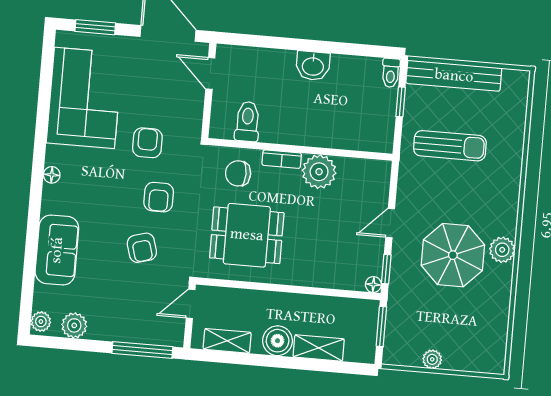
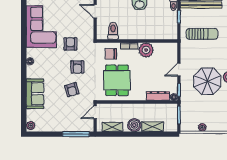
dining table: (247, 235) -> (117, 80), turned 90
dresser: (337, 279) -> (158, 96), added
plant: (74, 325) -> (45, 126), removed

